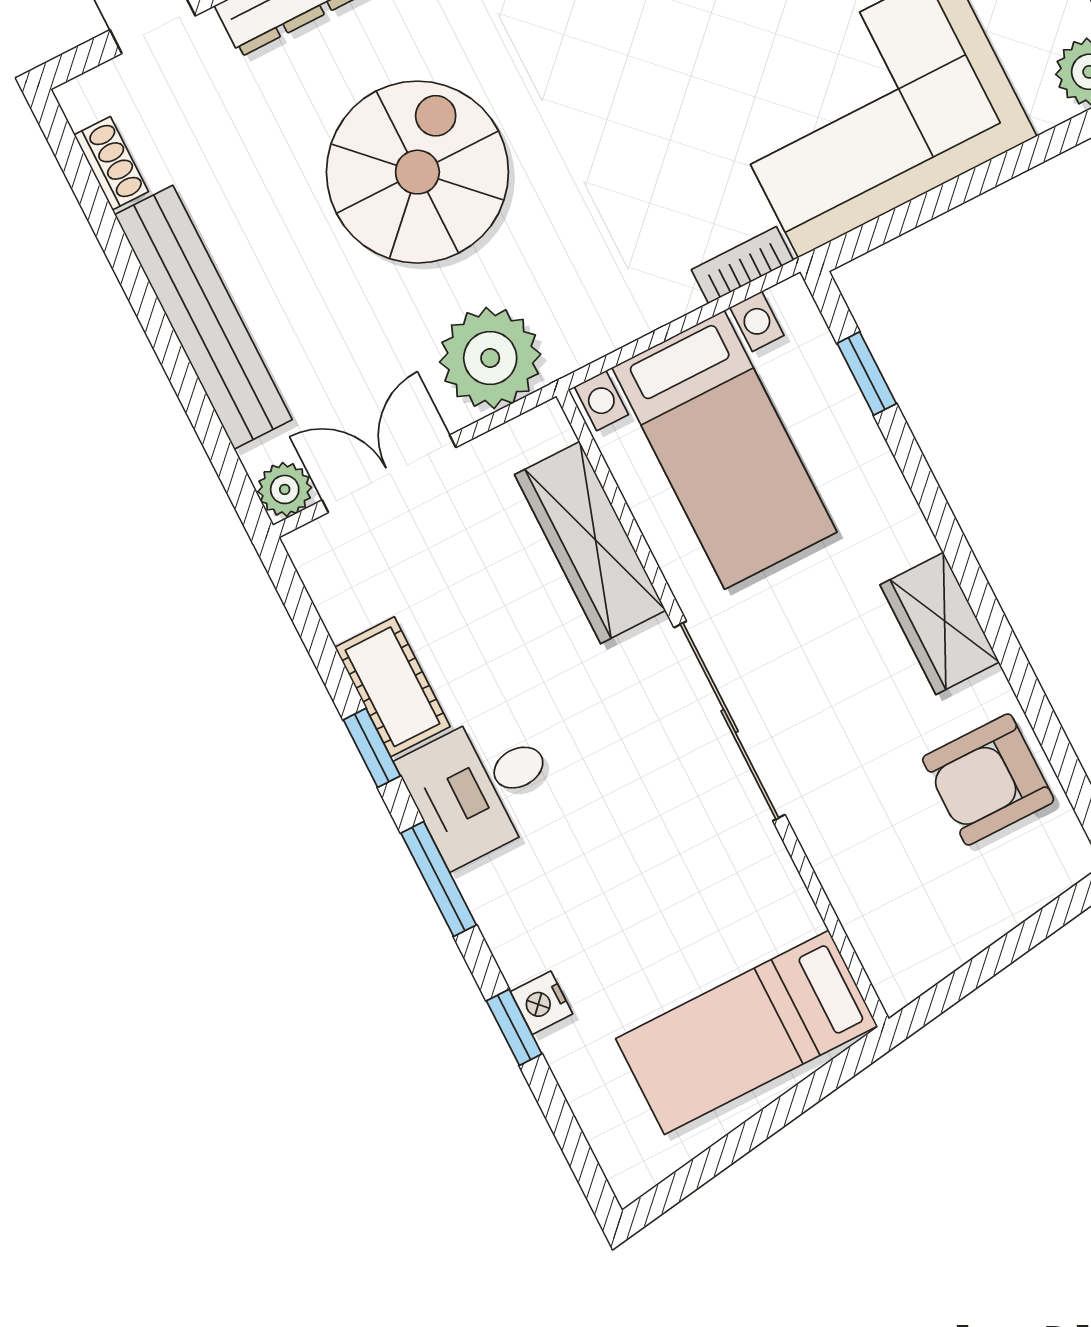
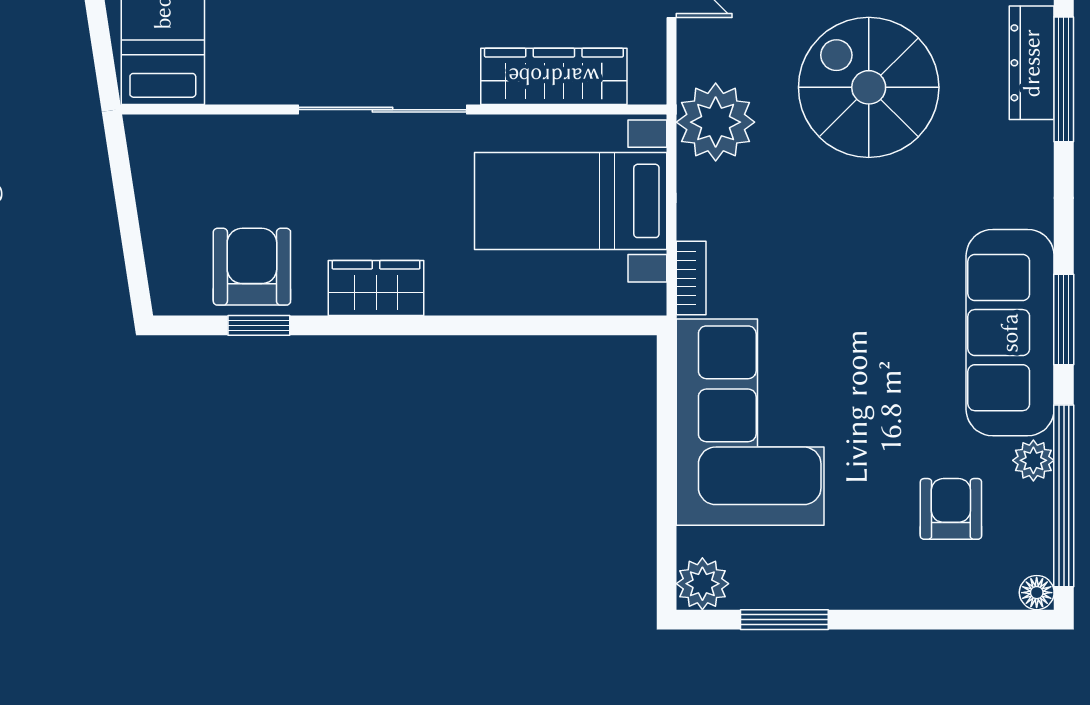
spiral stairs: (417, 172) -> (869, 87), turned 180
plant: (490, 358) -> (716, 122), moved
window: (867, 373) -> (259, 325), moved

